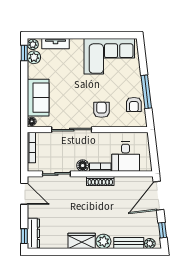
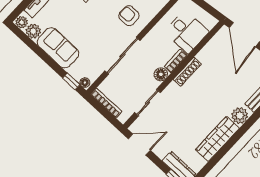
window: (24, 53) -> (71, 81), moved
sofa: (38, 98) -> (58, 48), moved
wardrobe: (82, 241) -> (217, 139), width x1.50

